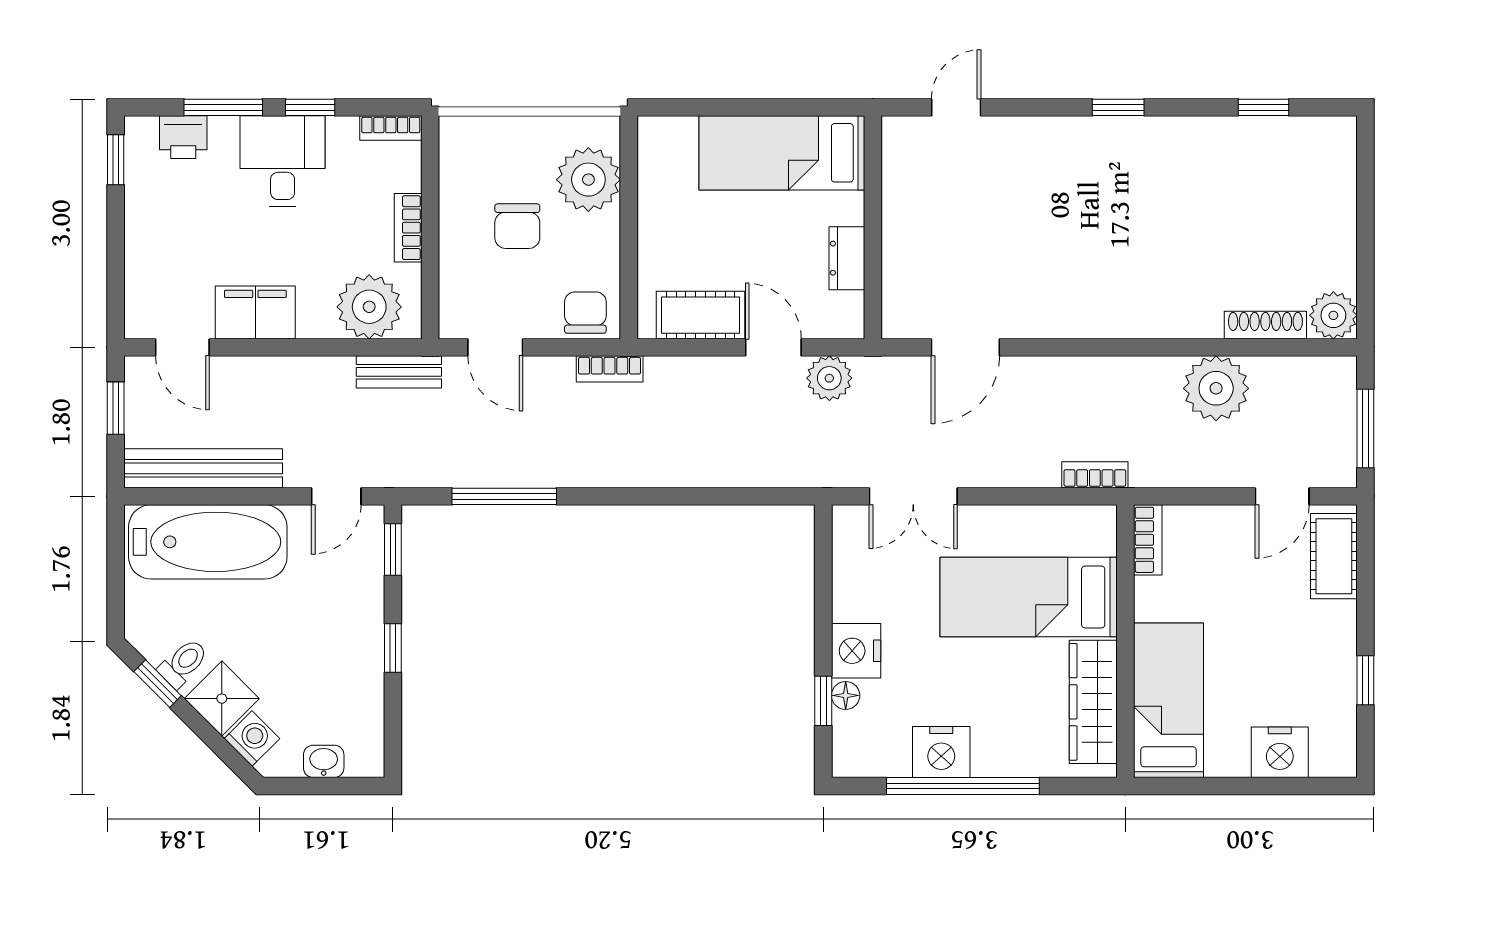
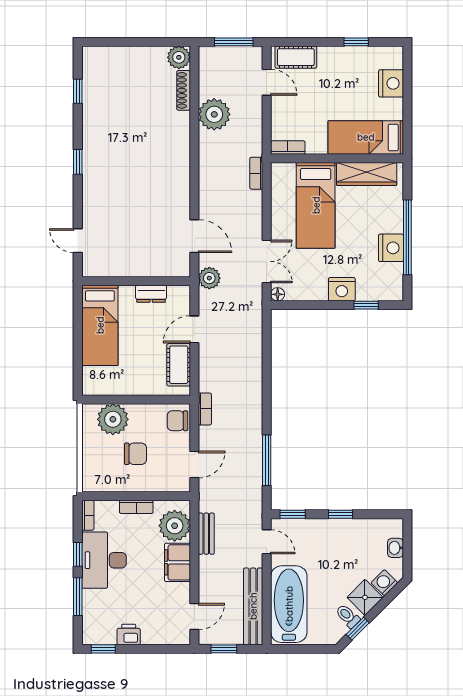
printer: (183, 137) -> (129, 634), moved, turned -90
desk: (283, 161) -> (104, 560), width x1.37
filing cabinet: (255, 312) -> (177, 562), moved
bench: (399, 372) -> (206, 534), moved
plant: (829, 378) -> (209, 278), moved
floor lamp: (846, 695) -> (278, 294), moved

